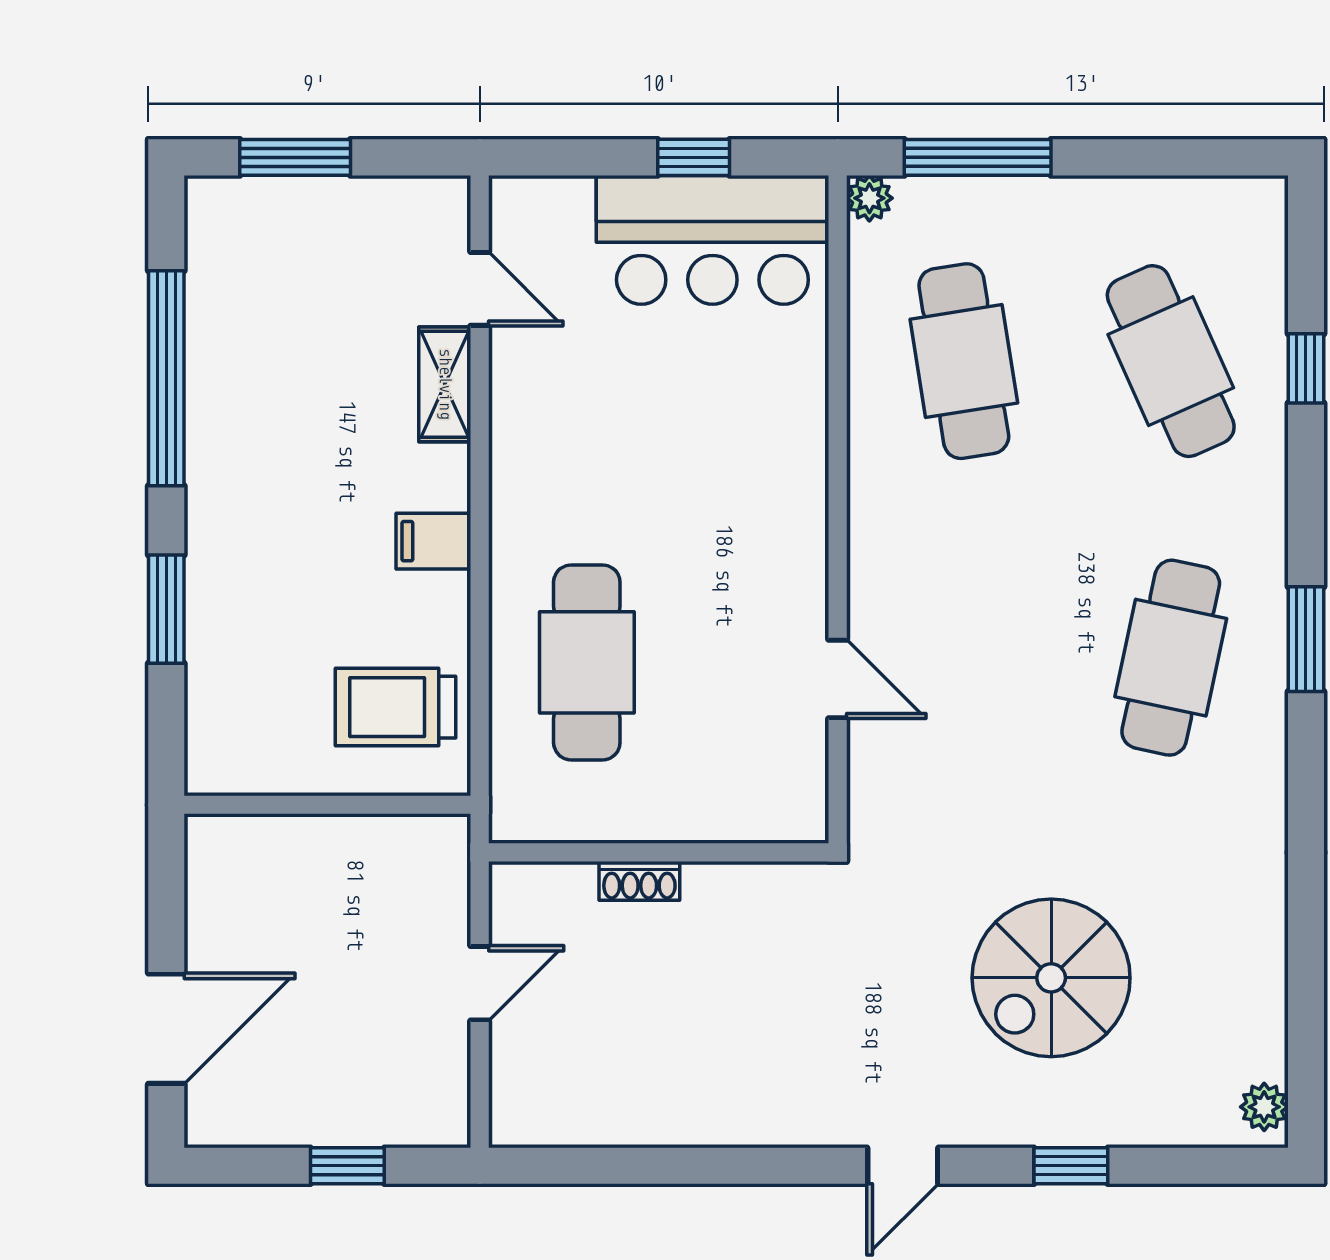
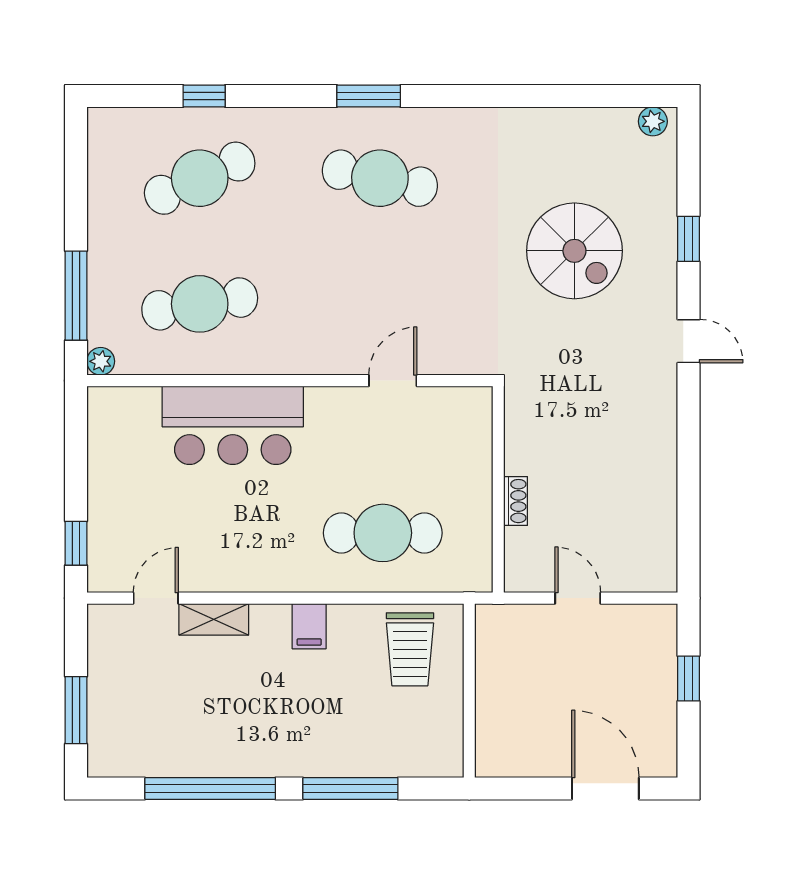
window: (694, 157) -> (76, 543), moved
bar counter: (712, 240) -> (233, 425), moved, turned 90
window: (166, 609) -> (350, 788), width x1.44

